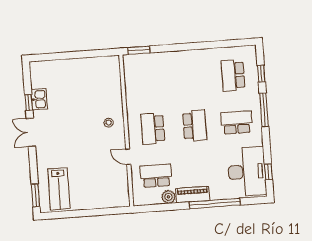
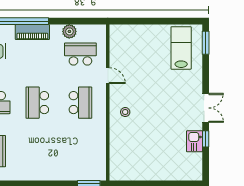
school desk: (156, 176) -> (80, 54), turned 180
piano: (193, 195) -> (32, 32), moved

